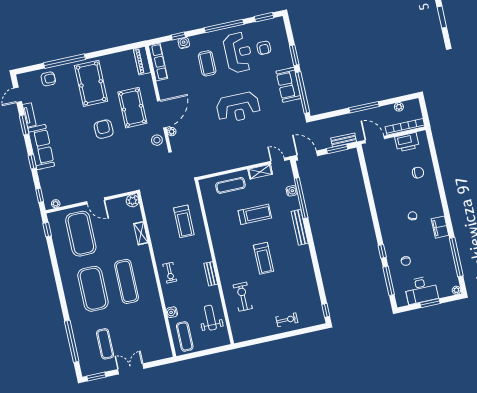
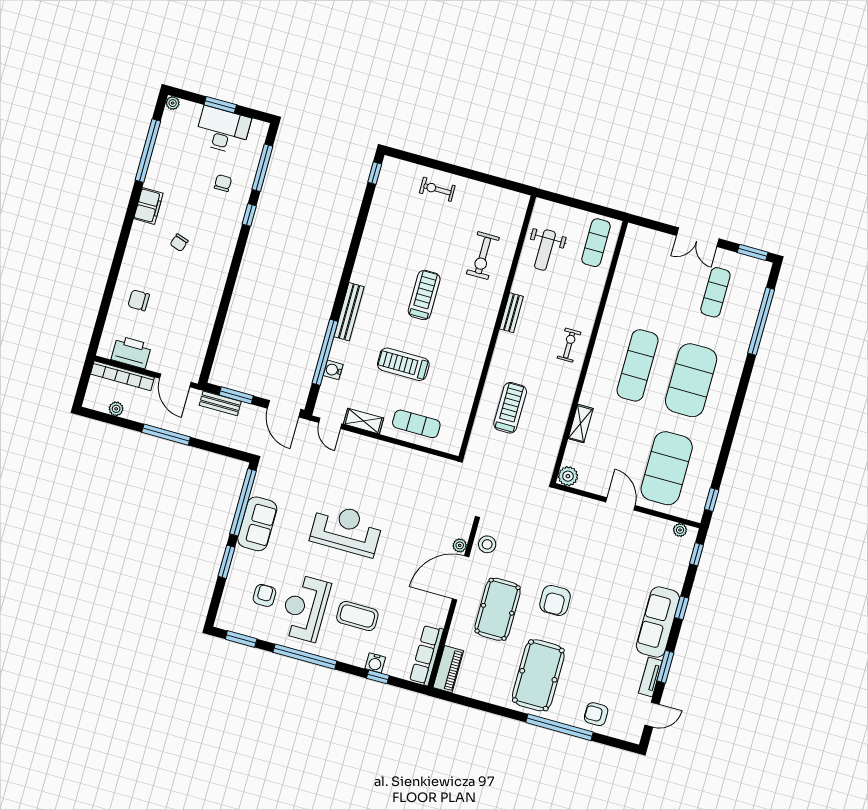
coffee table: (207, 63) -> (357, 616), turned 90
water cooler: (172, 312) -> (596, 287), removed

